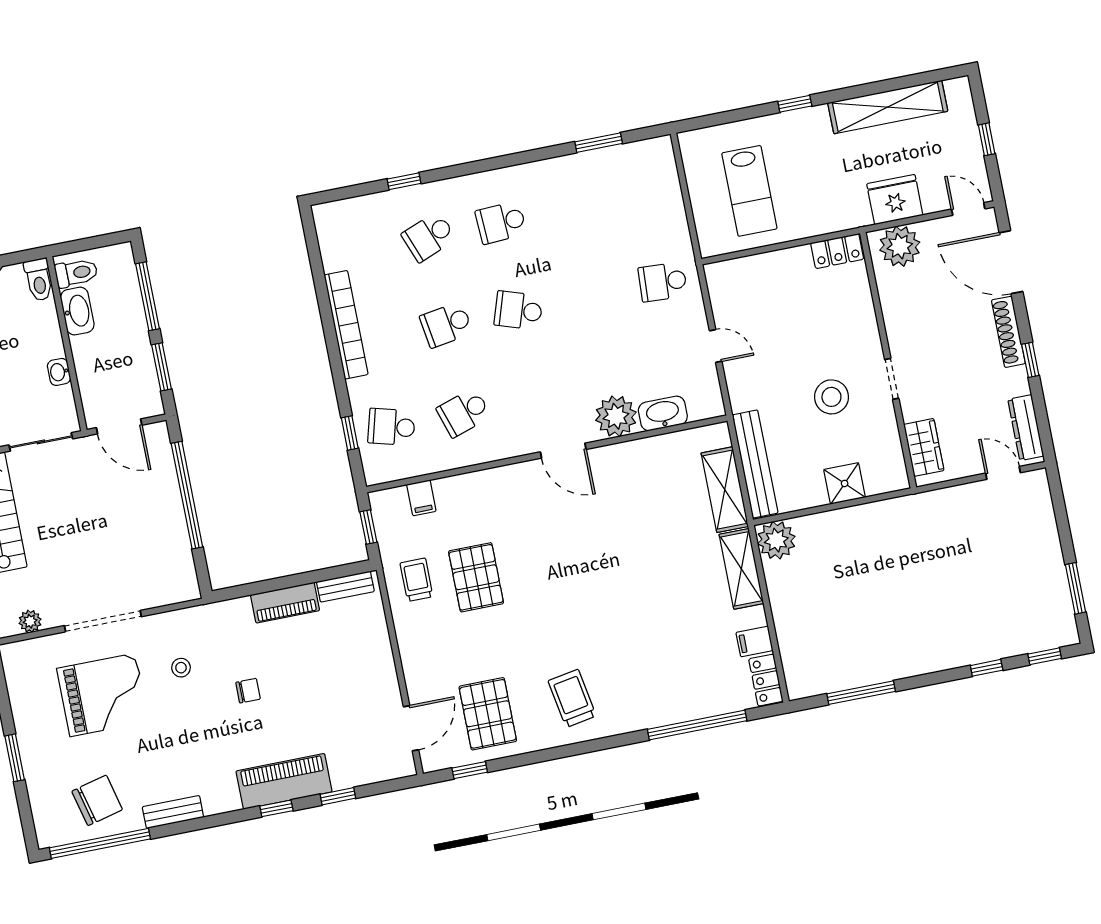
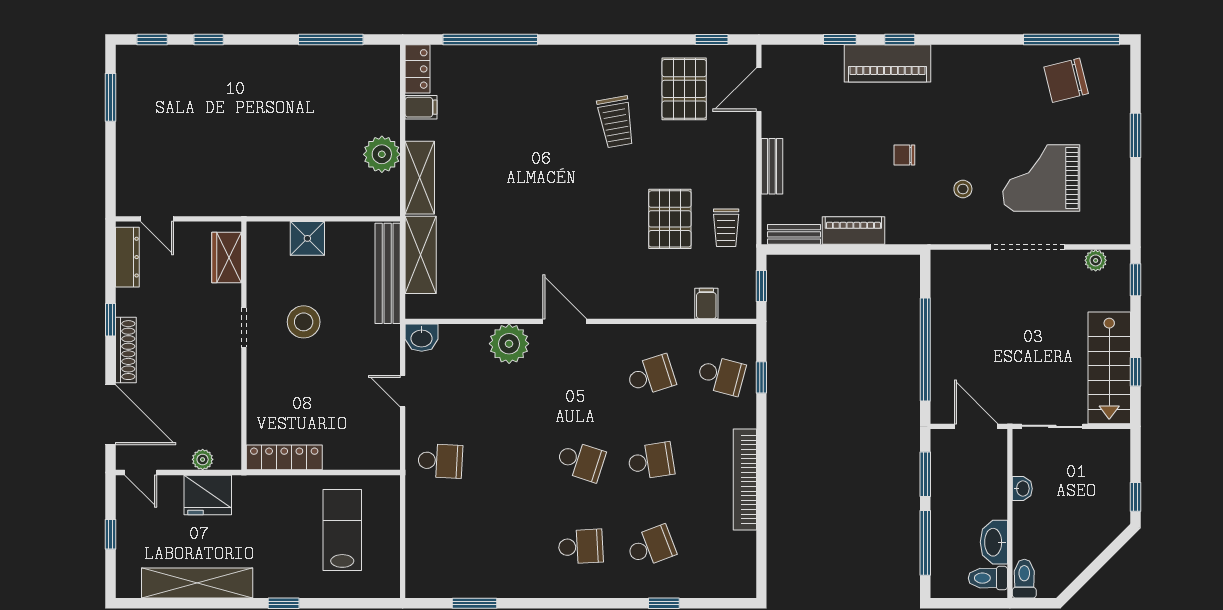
plant: (900, 246) -> (203, 459), width x0.53, depth x0.53
locker: (837, 251) -> (284, 457), width x1.53
washbasin: (663, 413) -> (422, 338), moved, width x0.72
plant: (776, 540) -> (382, 154), moved
trolley: (572, 698) -> (616, 122), moved
bench: (173, 812) -> (772, 166), moved, turned 90

